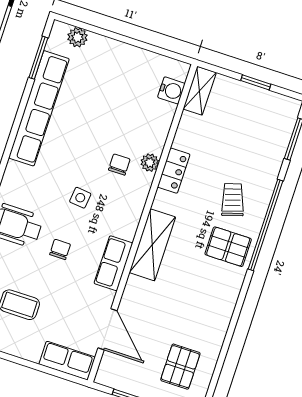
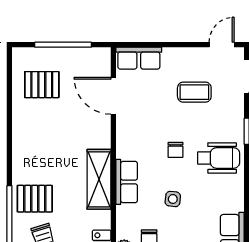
row of seats: (113, 263) -> (127, 182), moved
pallet: (180, 367) -> (42, 85), turned 90

